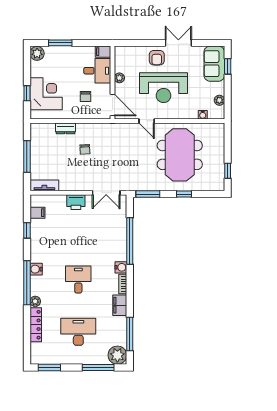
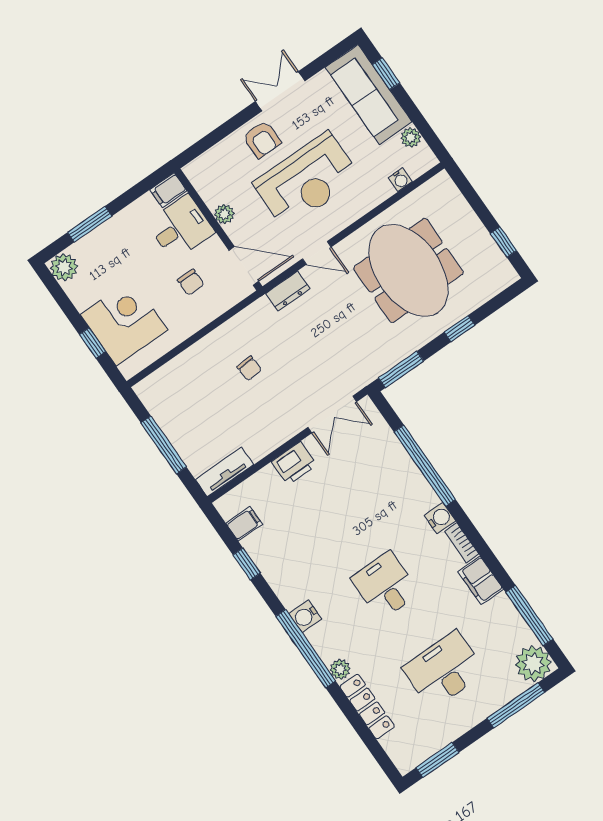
sofa: (214, 64) -> (369, 95), width x1.36
dresser: (65, 128) -> (288, 291), moved

